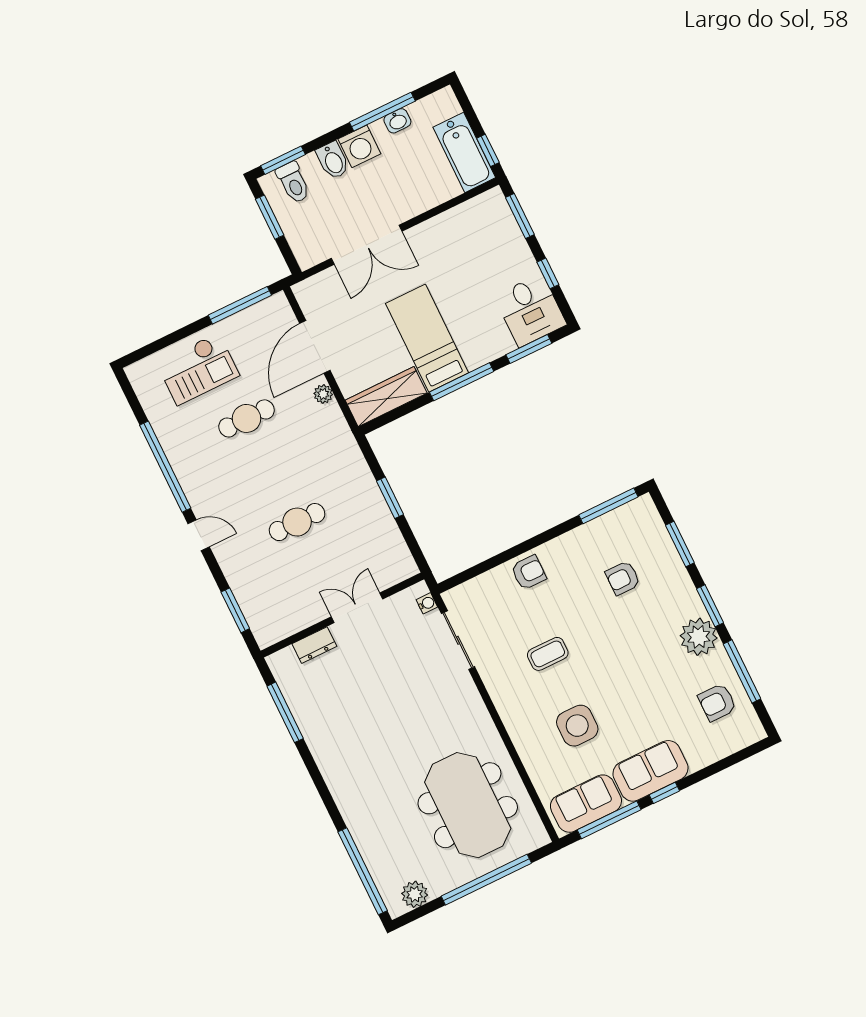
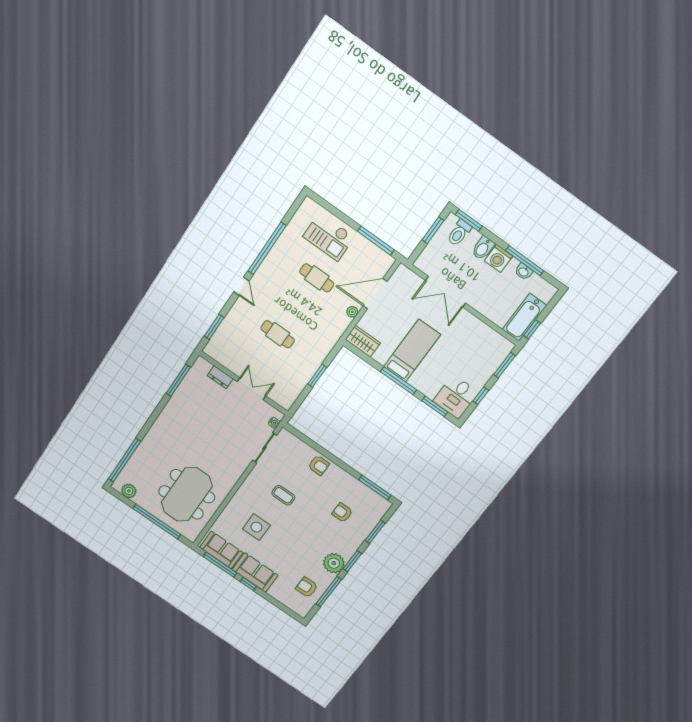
wardrobe: (386, 397) -> (363, 341), width x0.67

